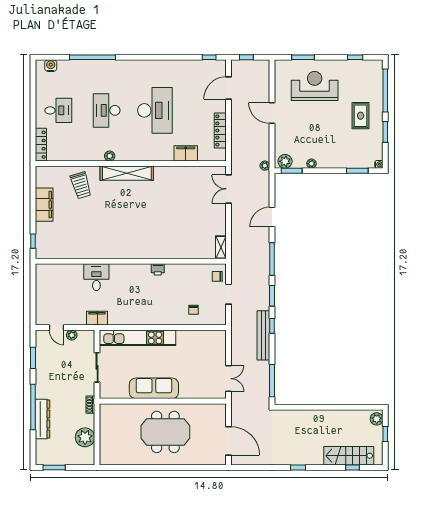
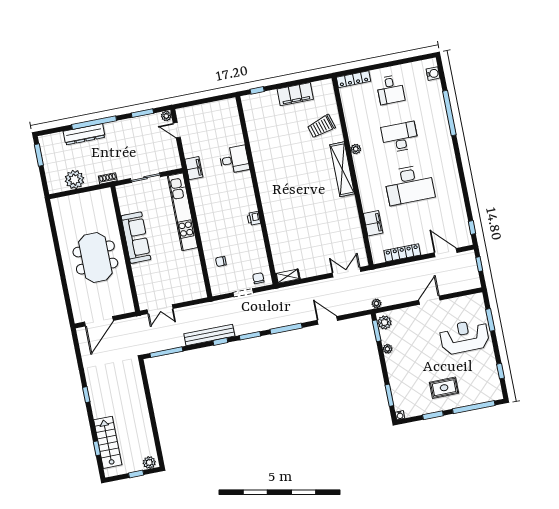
reception desk: (315, 86) -> (464, 337), turned -90
door: (57, 328) -> (177, 130), hinge flipped
plant: (72, 335) -> (166, 116), moved

